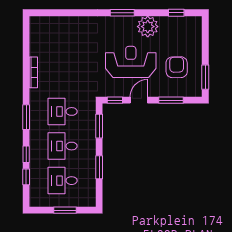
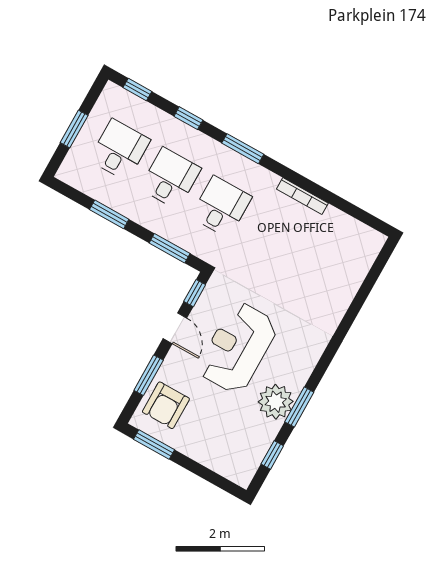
window: (122, 13) -> (299, 407), moved
reception desk: (131, 62) -> (238, 348), turned 180
armchair: (177, 67) -> (166, 405), moved, turned 91
window: (26, 177) -> (137, 89), moved

